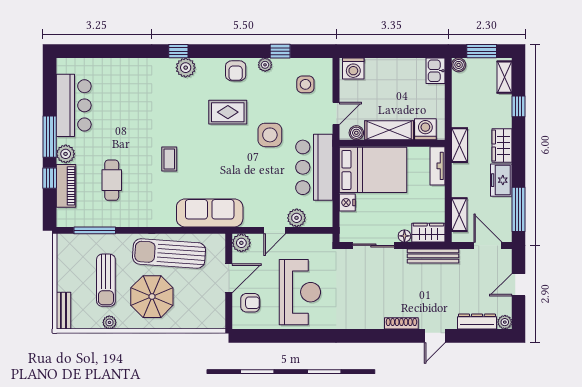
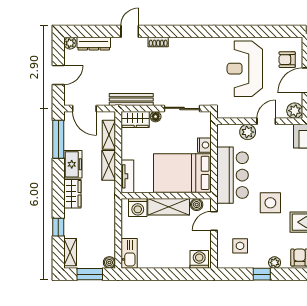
kitchen sink: (436, 71) -> (129, 253), width x1.38
shelving: (459, 145) -> (109, 165), moved
shoe rack: (401, 323) -> (158, 42), width x0.70

